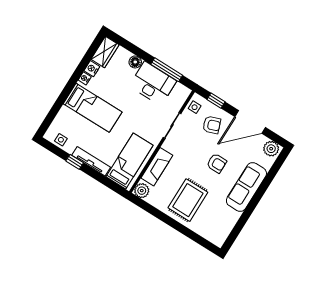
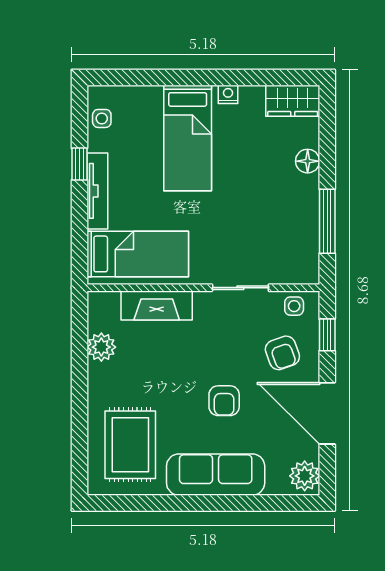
nightstand: (92, 69) -> (252, 96), removed
desk: (153, 83) -> (290, 212), removed
plant: (142, 191) -> (101, 347), moved
rug: (188, 200) -> (130, 445), moved, turned 90

